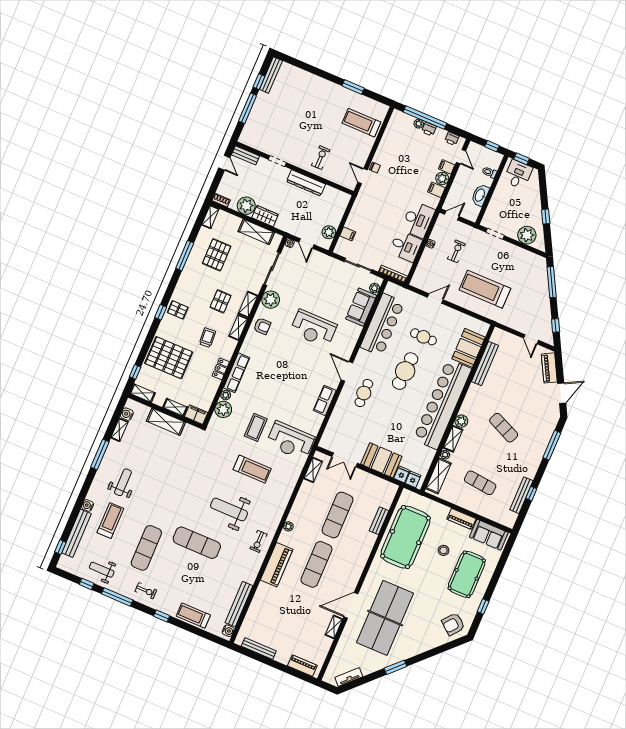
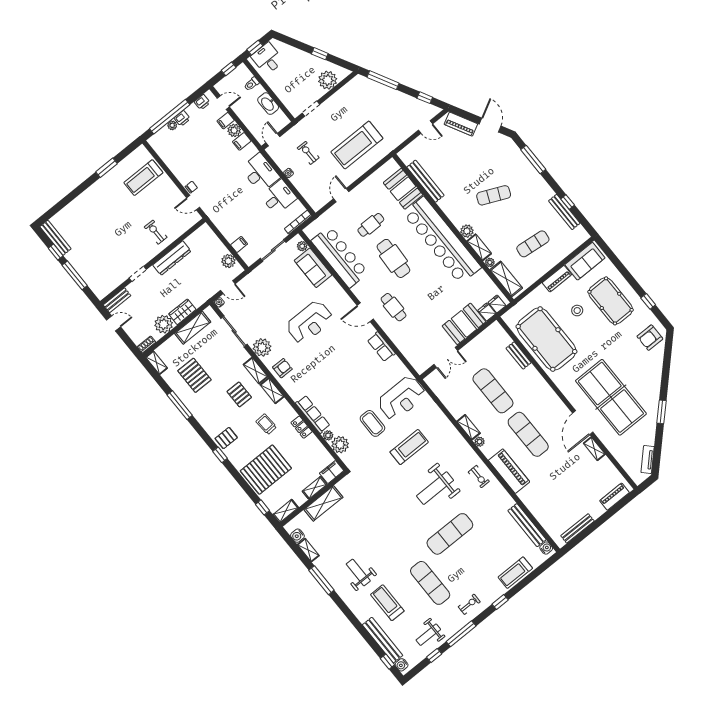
shelving: (313, 470) -> (469, 427), moved
water cooler: (88, 505) -> (402, 665), moved
armchair: (453, 624) -> (650, 338), turned 51

